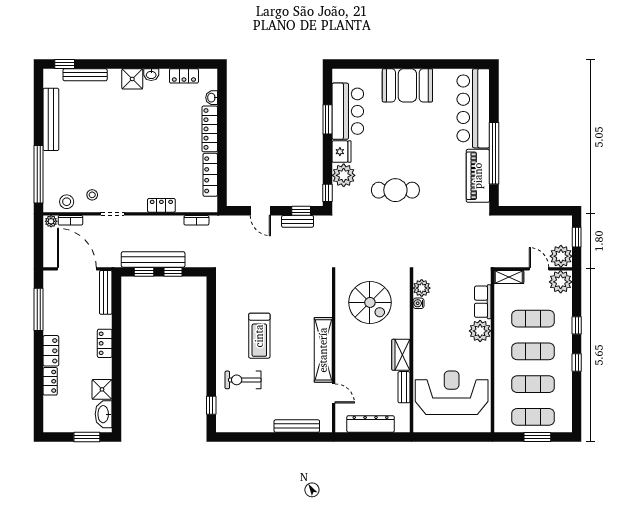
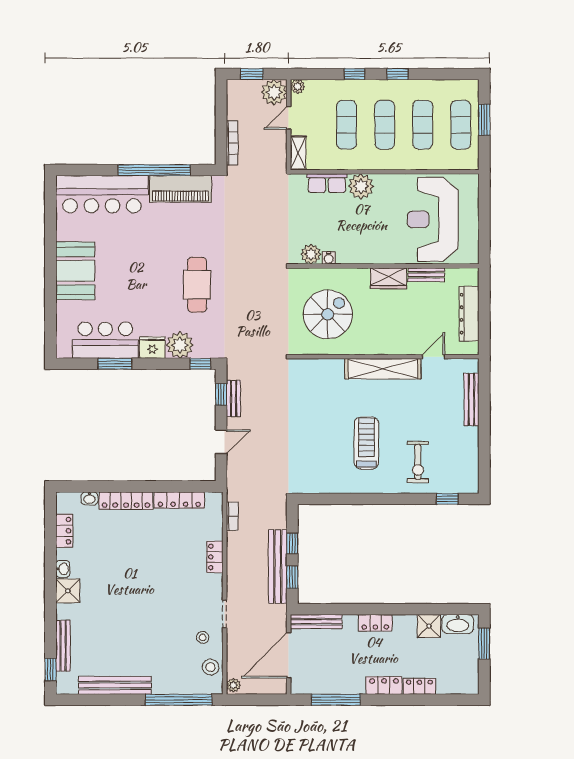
bookcase: (70, 220) -> (232, 143), moved, width x1.56
plant: (561, 282) -> (298, 86), width x0.53, depth x0.53
treadmill: (259, 336) -> (366, 443), turned -90

